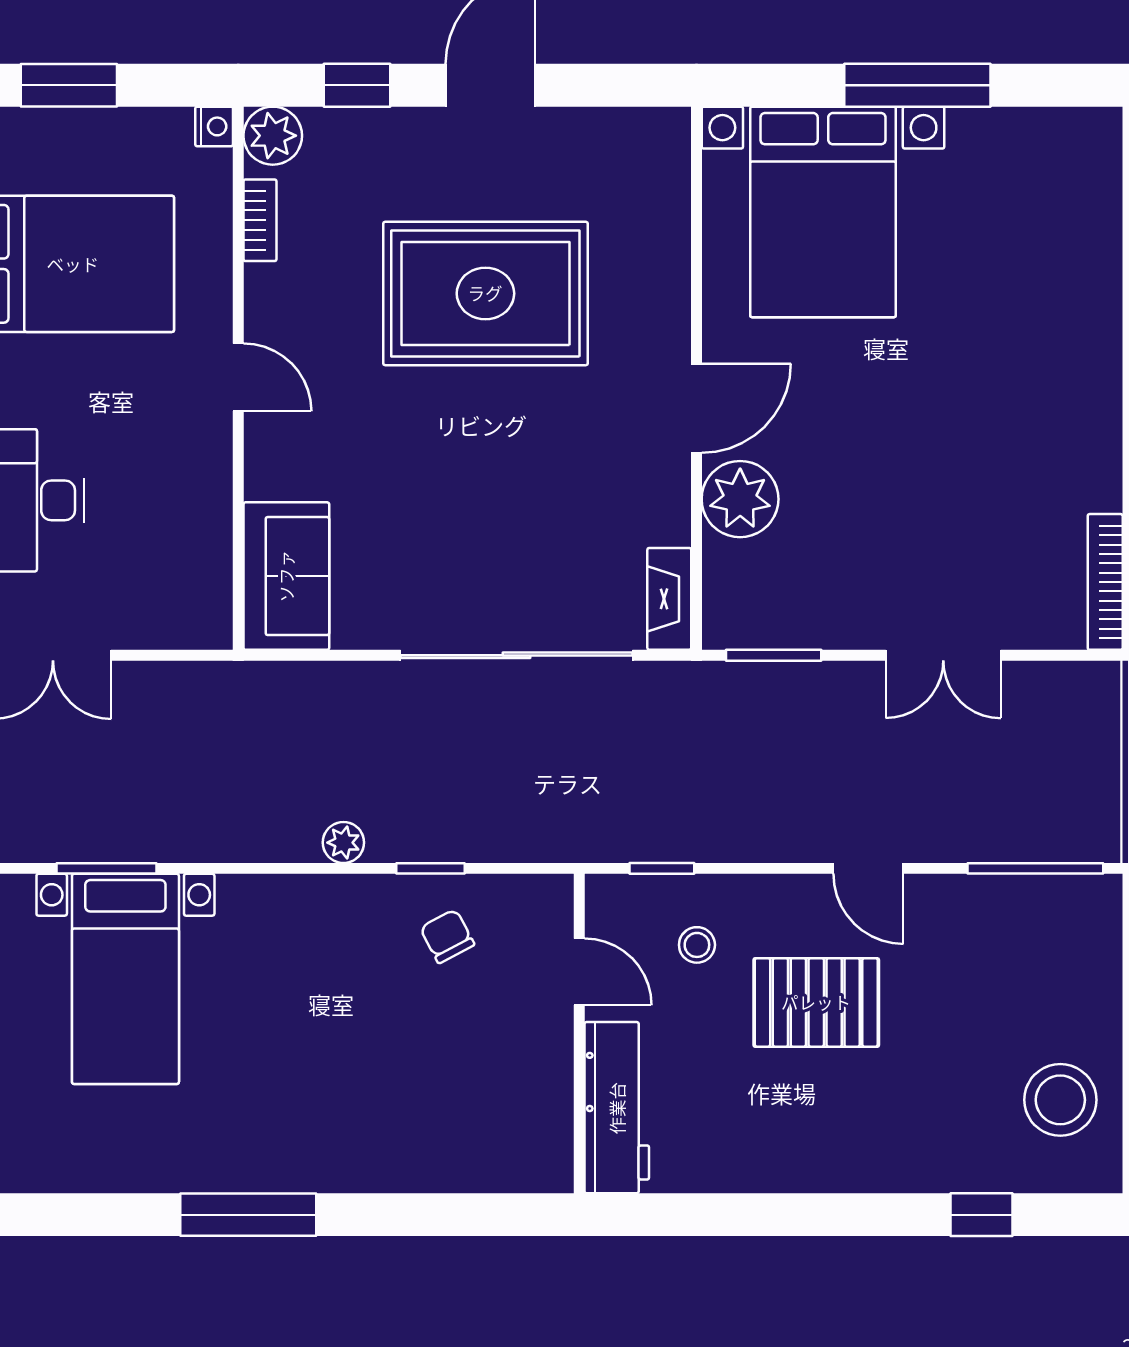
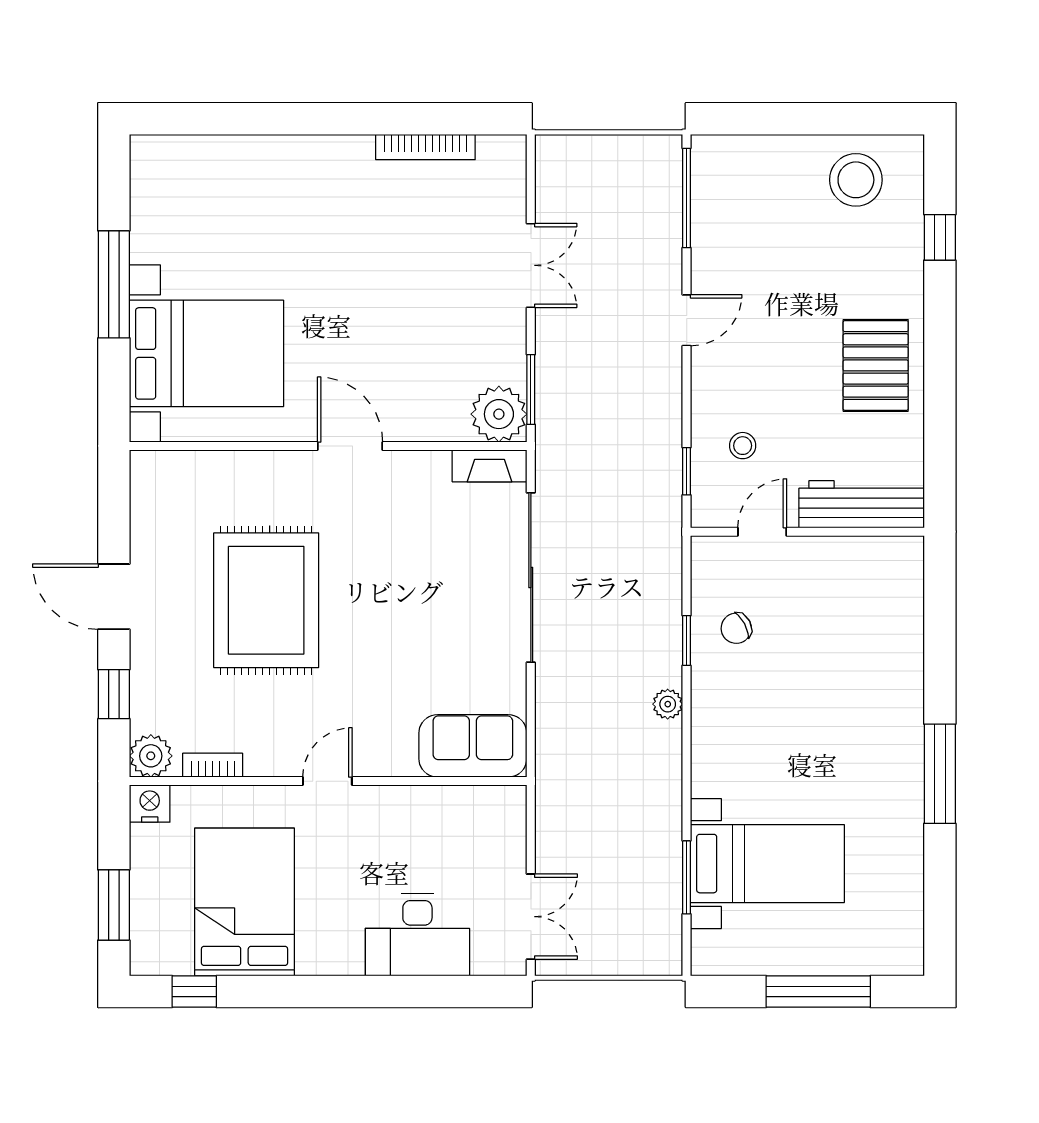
nightstand: (214, 126) -> (150, 804), width x1.39, depth x1.35
plant: (740, 499) -> (499, 414), moved
bookcase: (1105, 582) -> (425, 147), moved
pallet: (816, 1002) -> (876, 365), moved

